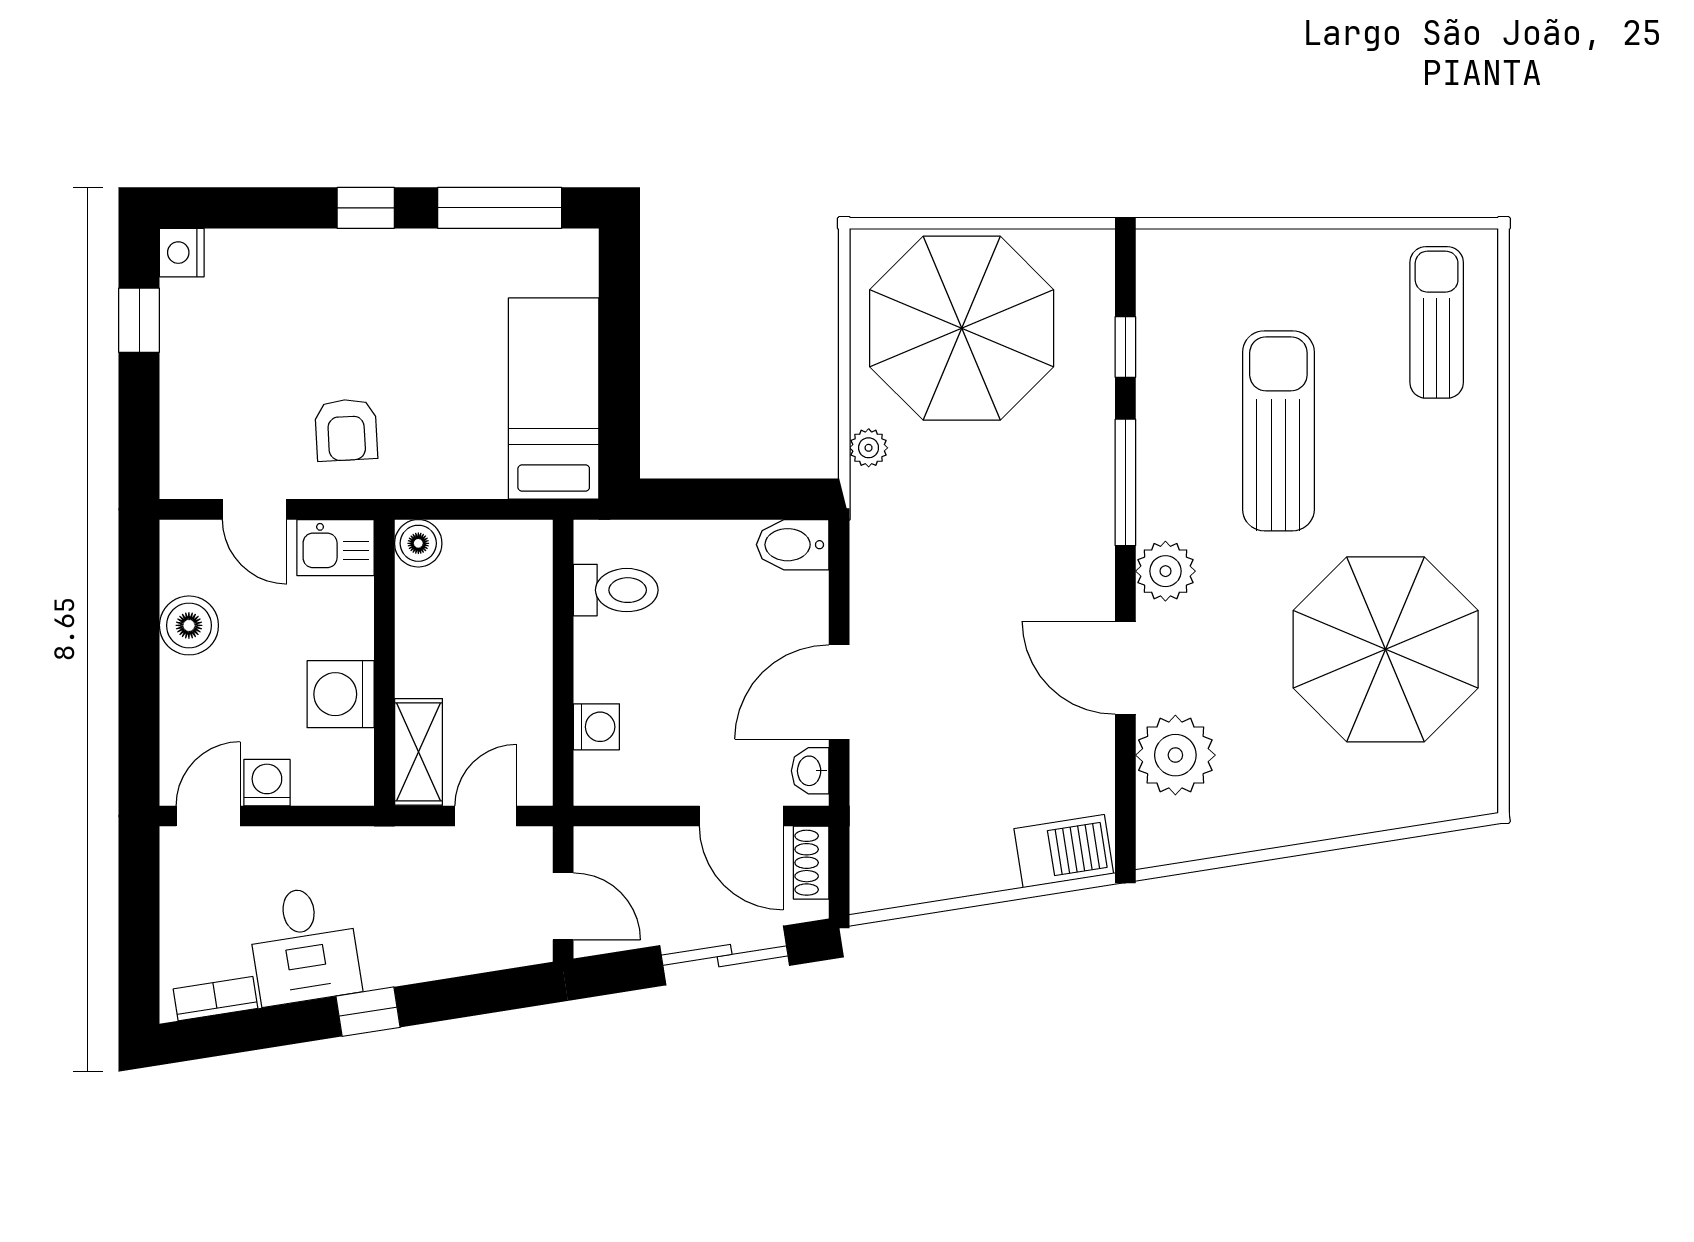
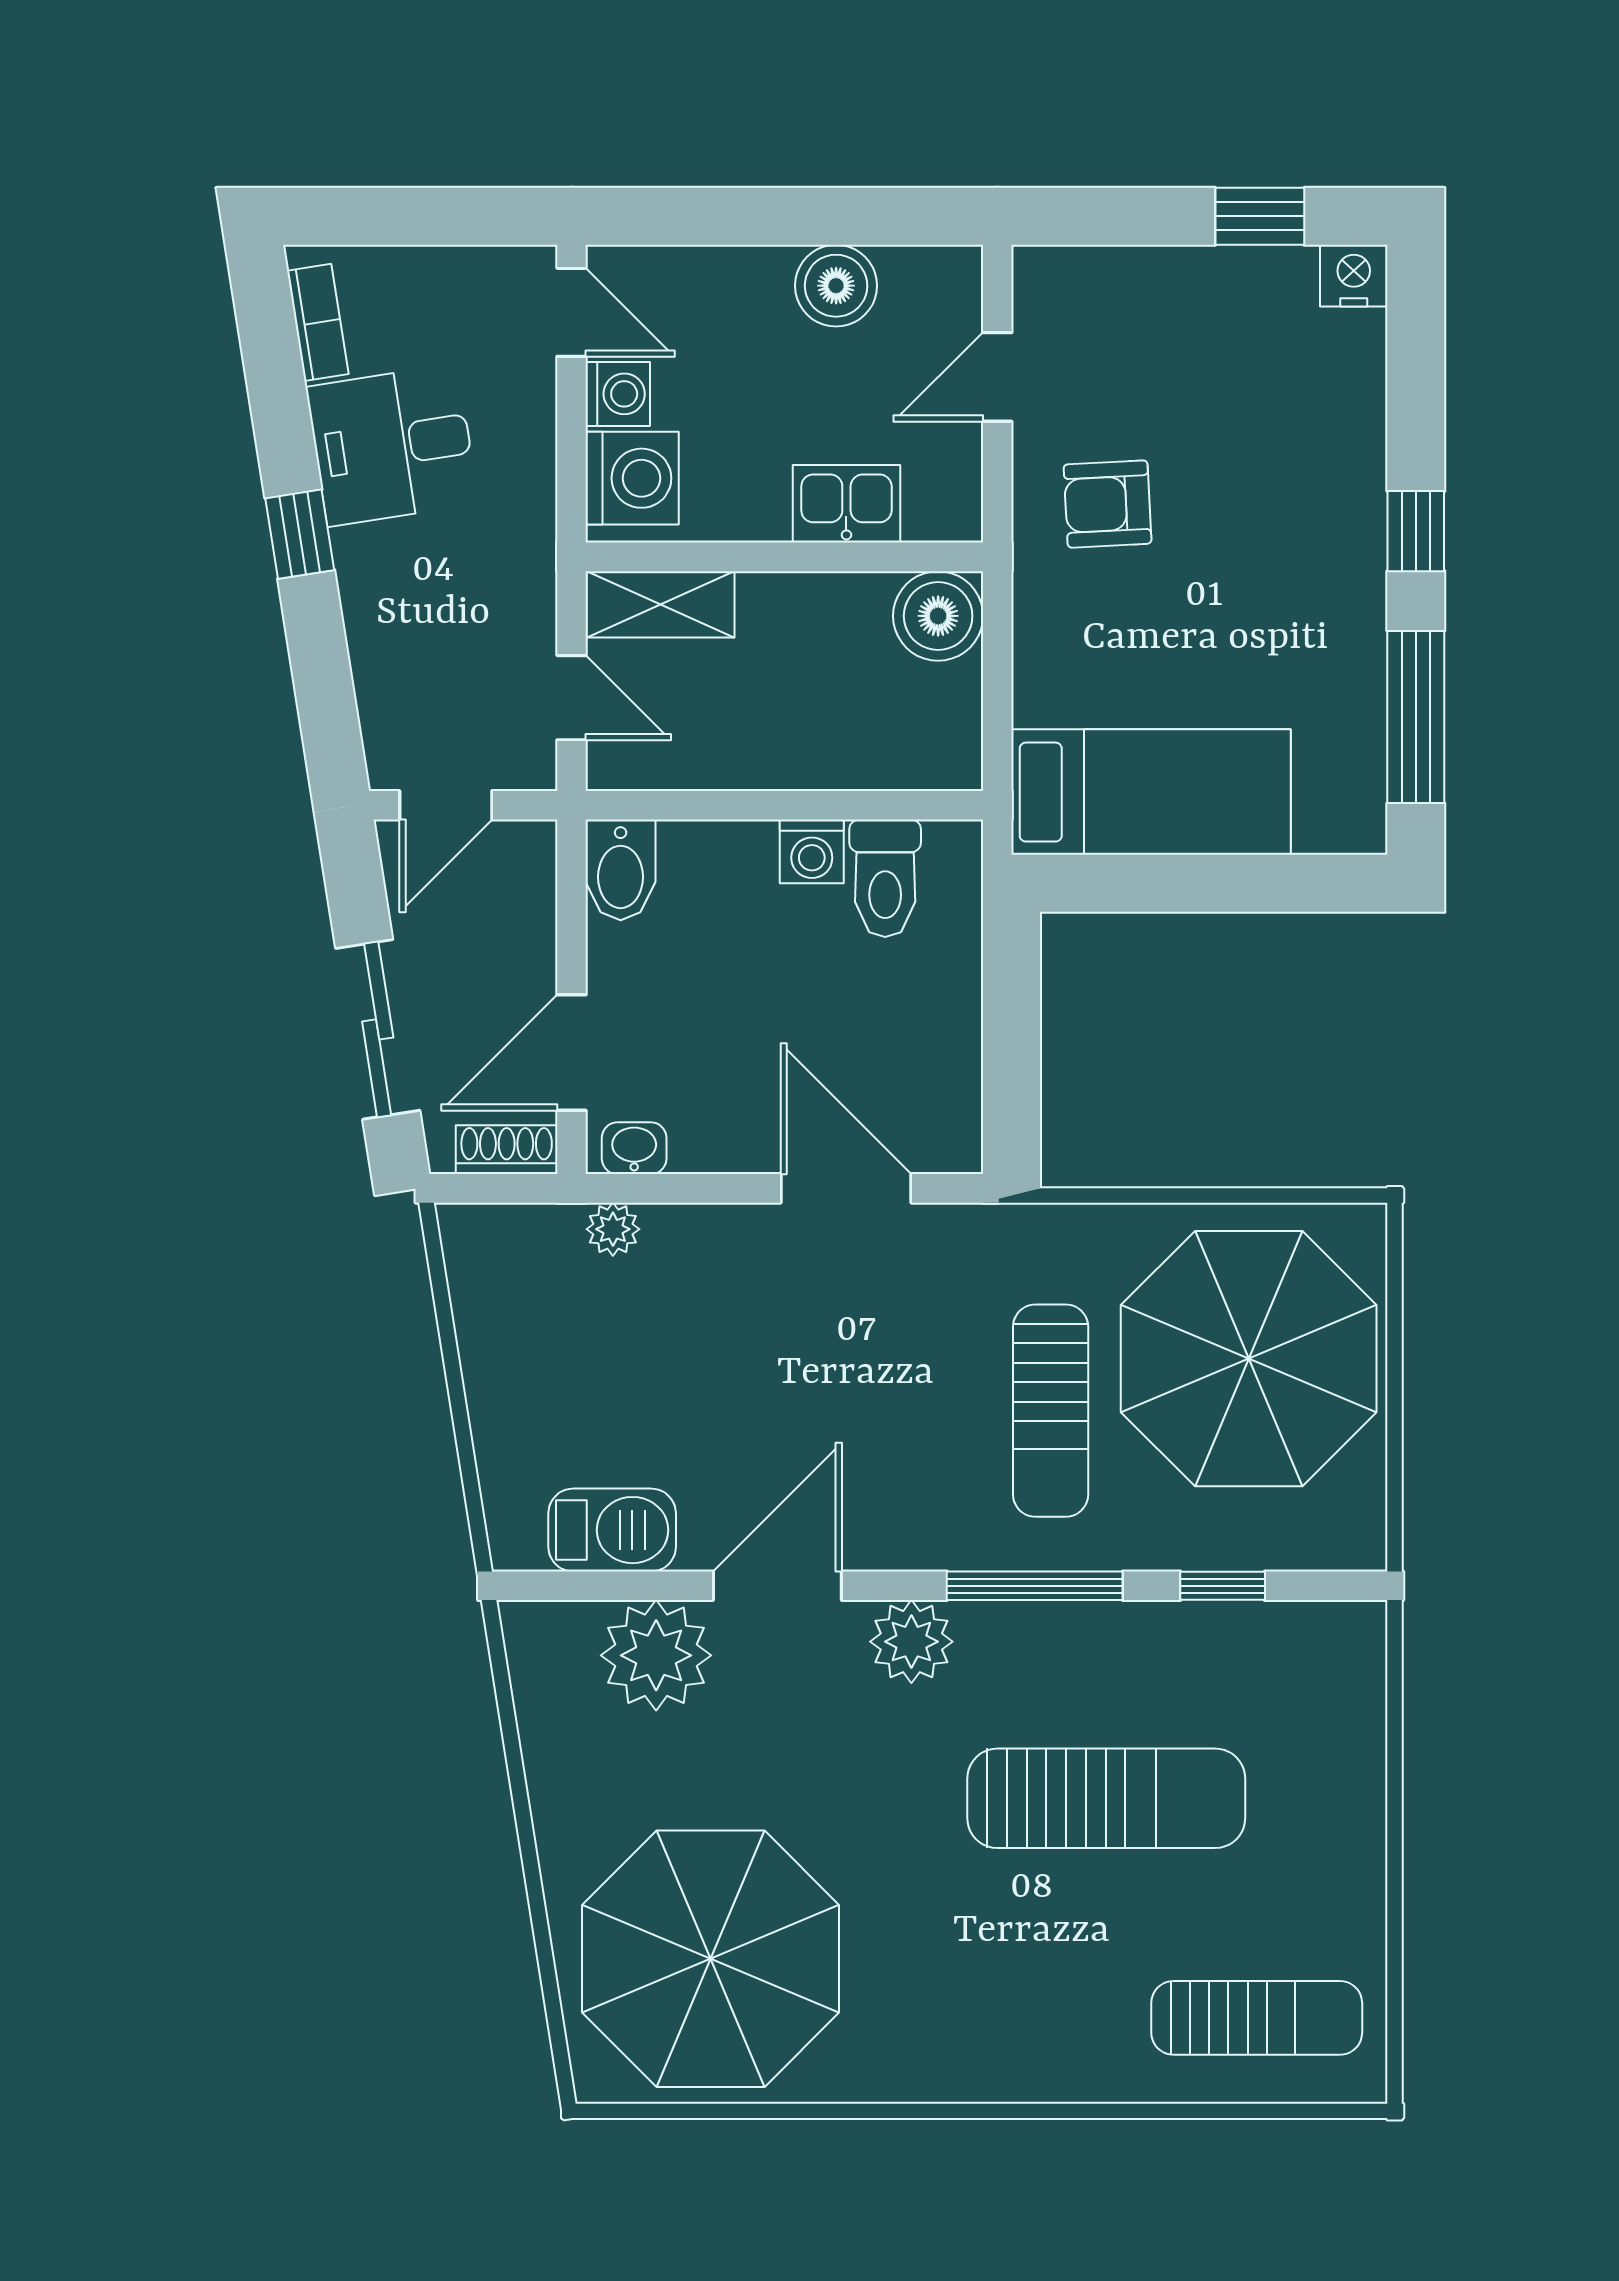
plant: (869, 448) -> (613, 1229), moved
sun lounger: (999, 471) -> (1051, 1411), added
boiler: (418, 543) -> (938, 616), width x1.36, depth x1.36
bidet: (793, 545) -> (621, 870), moved, turned 180
kitchen sink: (335, 548) -> (846, 504), moved, turned 90
parasol: (1386, 649) -> (711, 1959), moved
door: (839, 692) -> (846, 1188), moved
washing machine: (341, 694) -> (632, 478), moved, turned 90
washing machine: (596, 727) -> (812, 851), moved
barbecue: (1064, 851) -> (612, 1530), moved, turned -81

